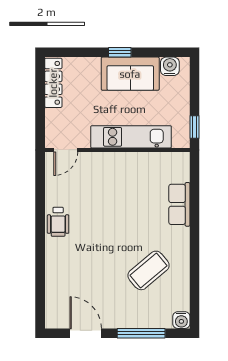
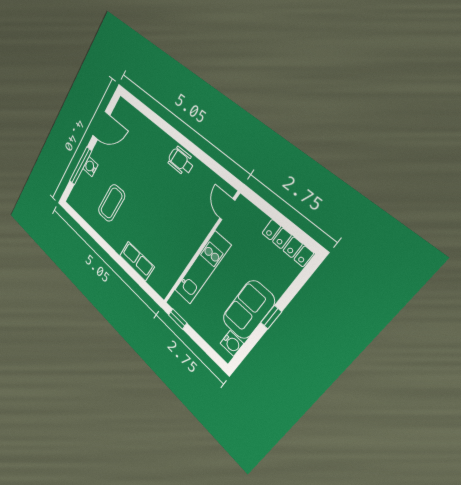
coffee table: (148, 270) -> (112, 203), turned 40
water cooler: (181, 320) -> (90, 167), moved

